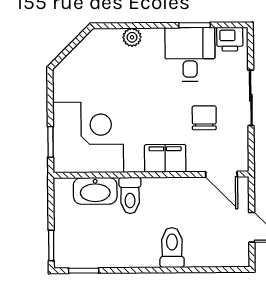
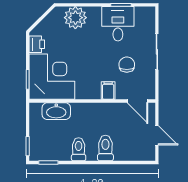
plant: (132, 37) -> (75, 18), width x1.87, depth x1.87
printer: (230, 39) -> (37, 44), moved, turned -90
filing cabinet: (165, 158) -> (108, 91), width x0.50
toilet: (130, 195) -> (79, 149), moved, turned 180

